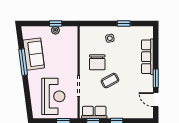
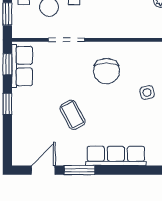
chair: (97, 62) -> (106, 71), turned -90
coffee table: (110, 81) -> (73, 115), moved

